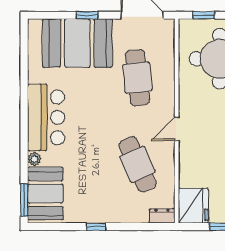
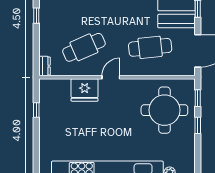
door: (177, 129) -> (111, 77), hinge flipped
fridge: (193, 206) -> (85, 90), moved

